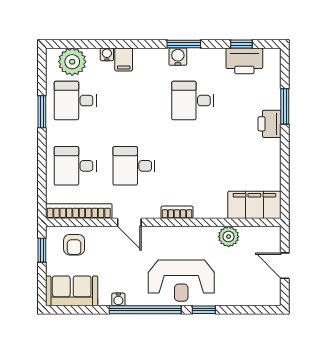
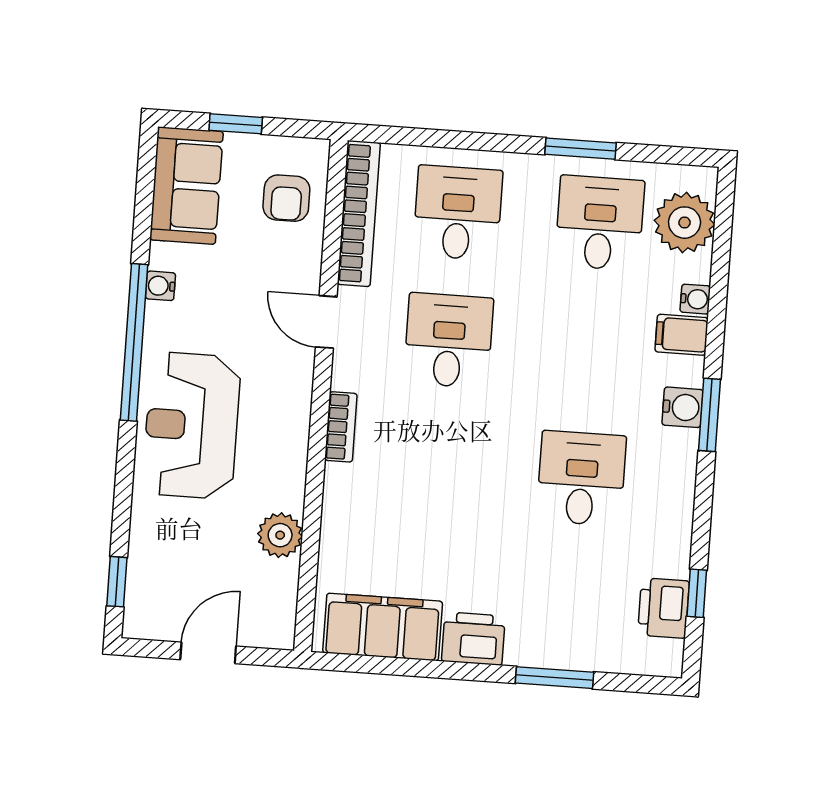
window: (184, 44) -> (710, 415), moved
water cooler: (178, 57) -> (682, 407), moved
printer: (244, 61) -> (663, 608), width x0.73, depth x0.84
printer: (270, 124) -> (473, 639), moved
filing cabinet: (254, 205) -> (383, 627), moved, turned -90
door: (129, 222) -> (326, 322), hinge flipped
armchair: (74, 245) -> (286, 198), turned -90
window: (42, 250) -> (236, 124), moved
window: (204, 310) -> (117, 582), moved

